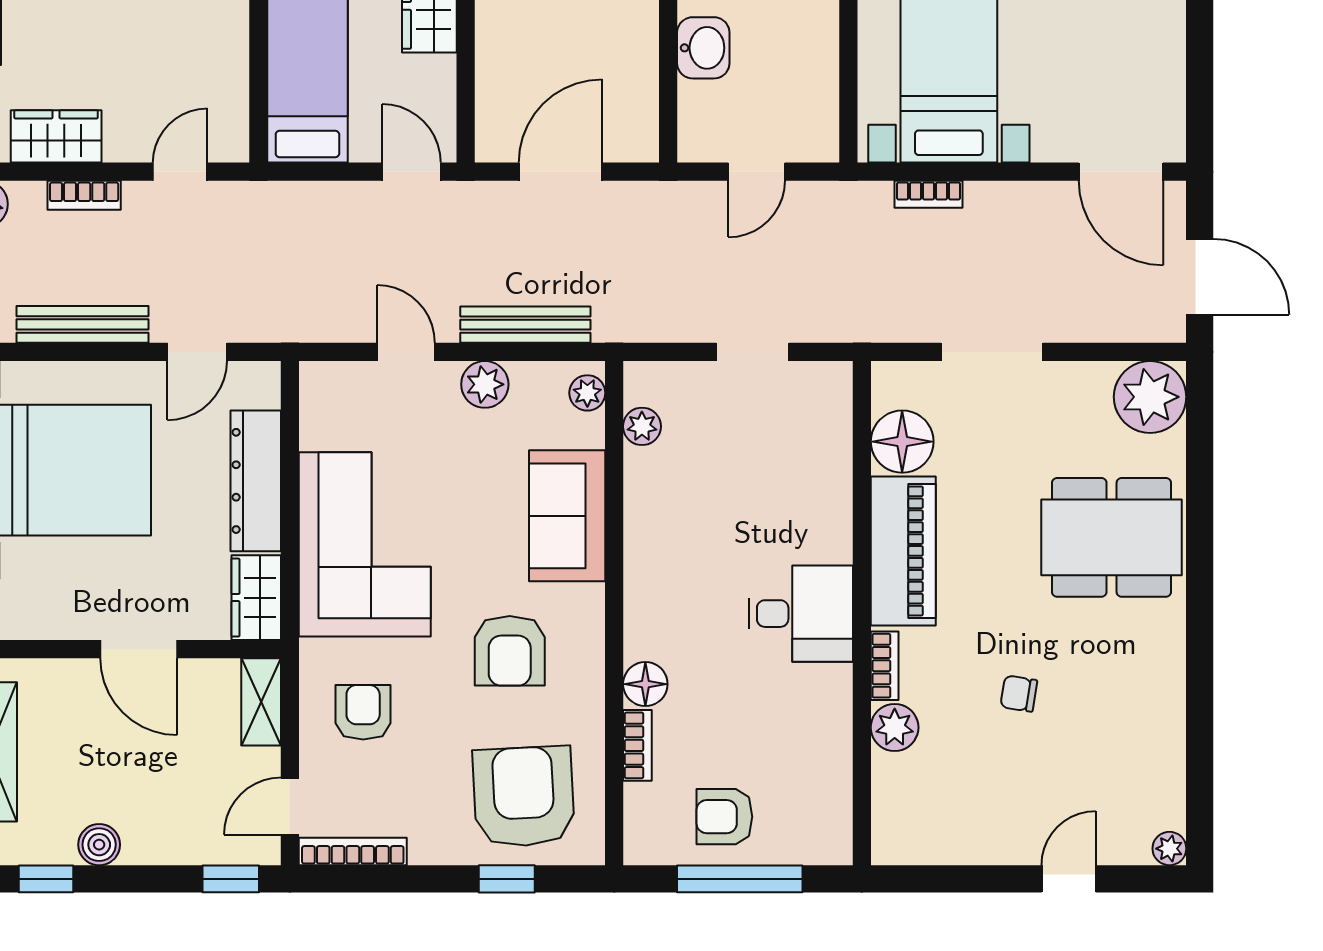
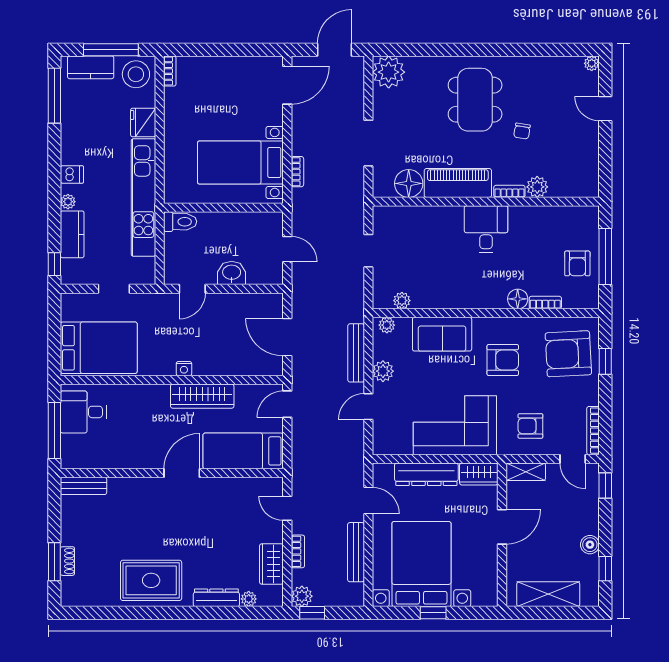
dining table: (1112, 537) -> (475, 100), moved

